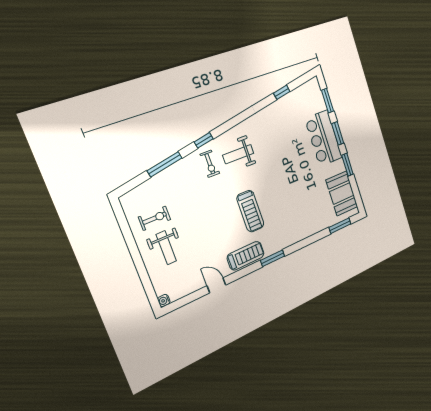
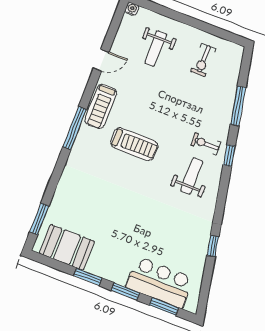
window: (282, 92) -> (213, 246), moved
bar counter: (324, 138) -> (160, 282), moved
treadmill: (250, 211) -> (134, 144), turned 180
weight bench: (166, 248) -> (156, 48), moved, turned -90
window: (273, 258) -> (75, 128), width x1.44

